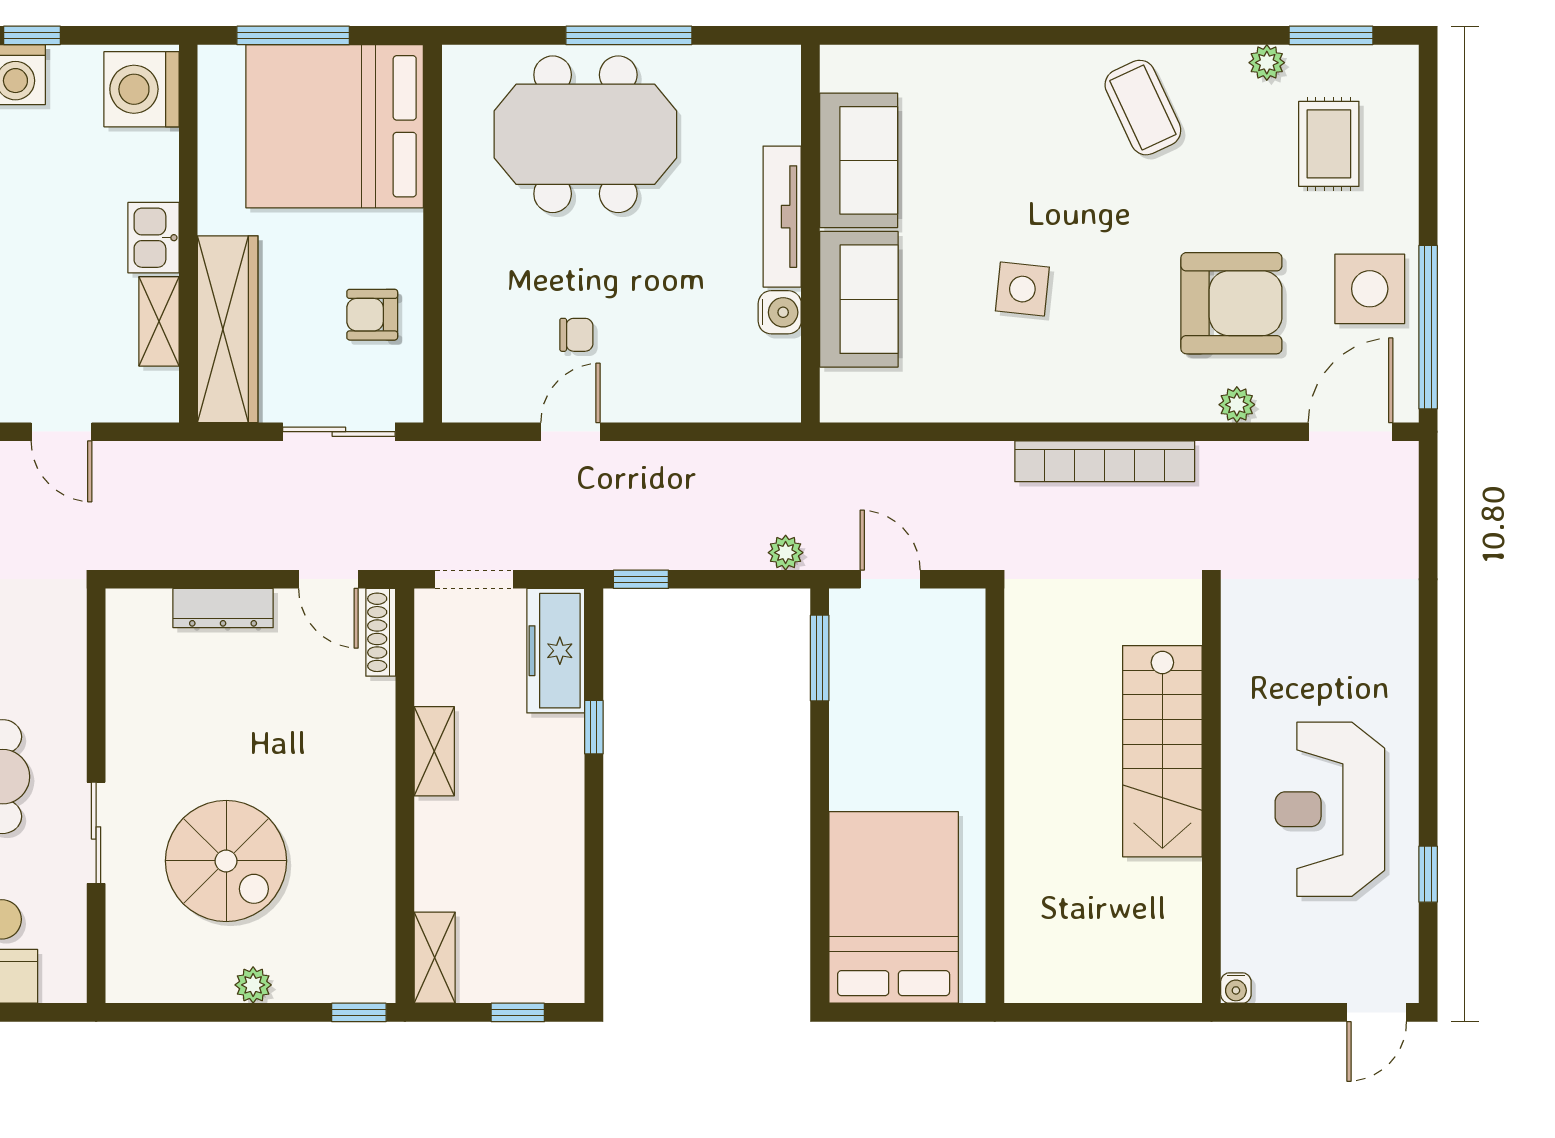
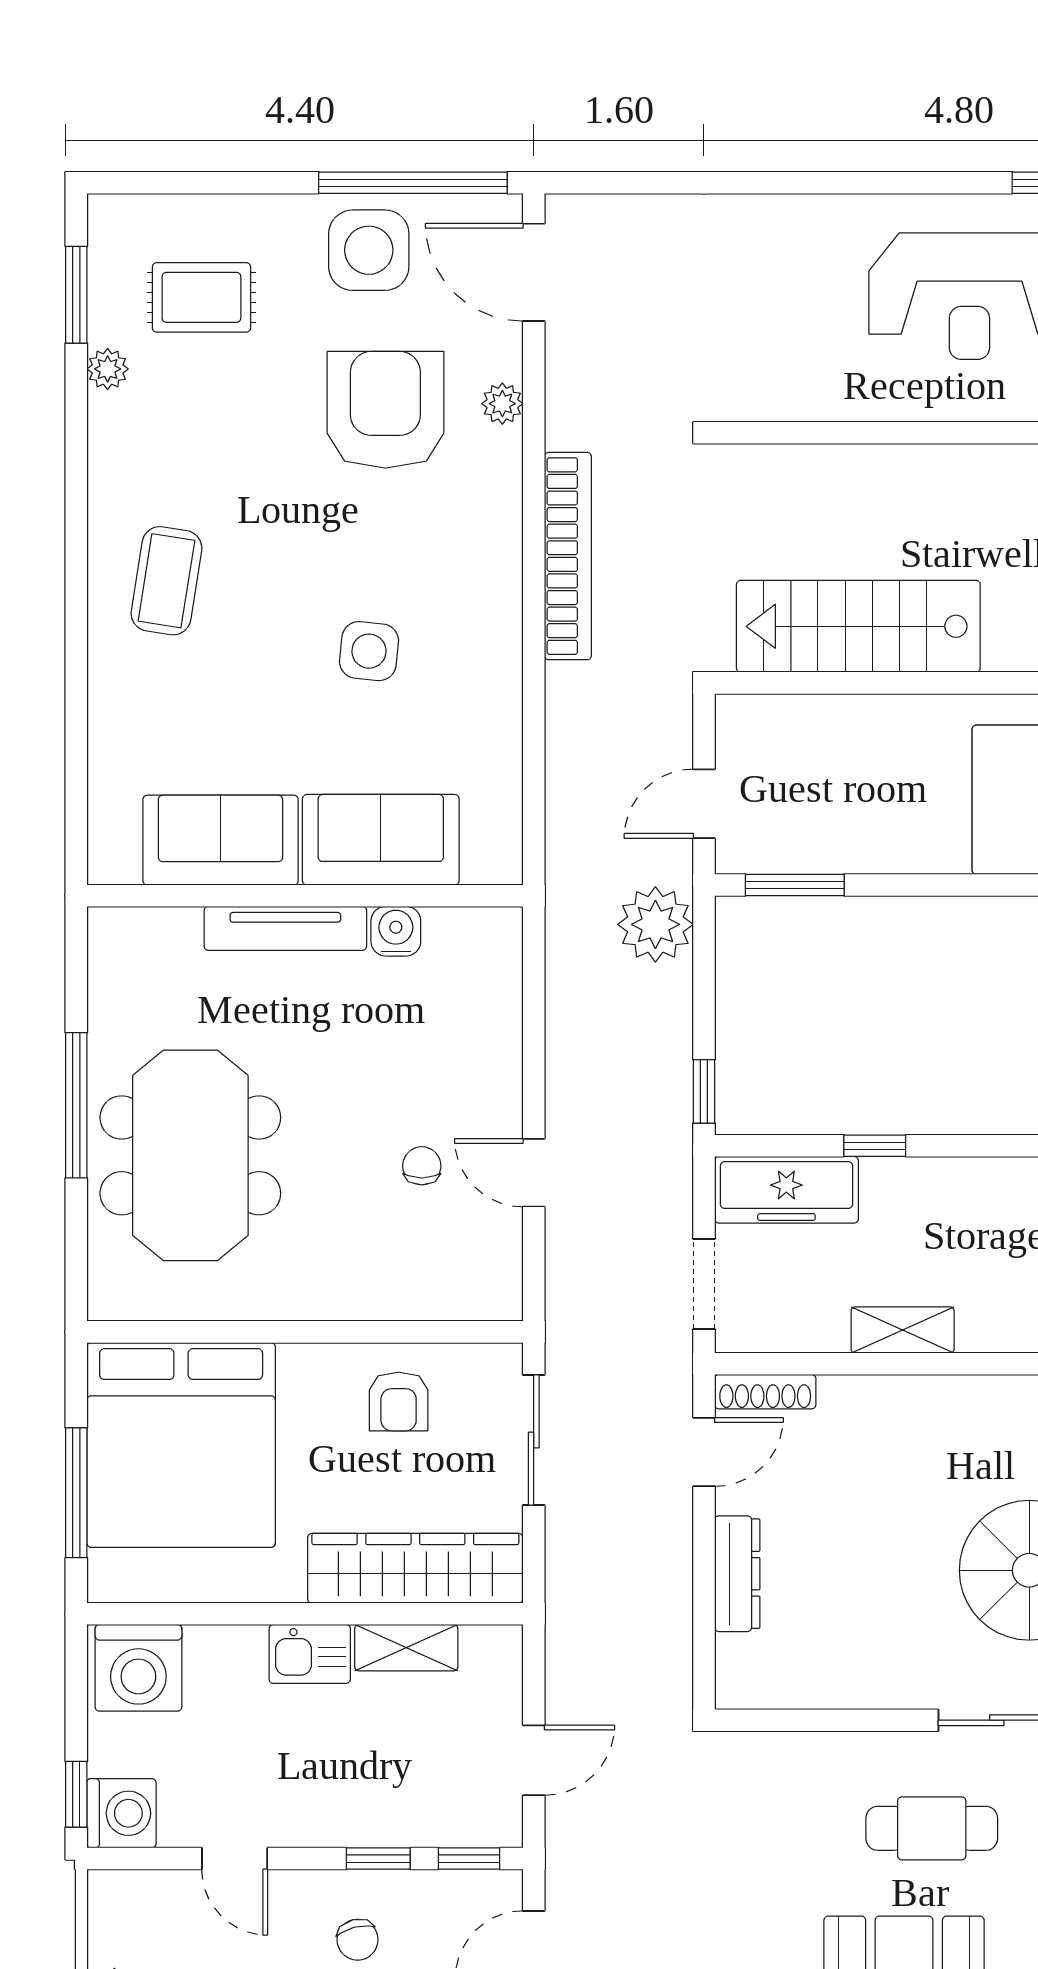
coffee table: (1143, 108) -> (166, 581), moved, turned -56
plant: (786, 553) -> (655, 924), width x1.88, depth x1.88
stairs: (1162, 751) -> (858, 626), moved, turned 180

